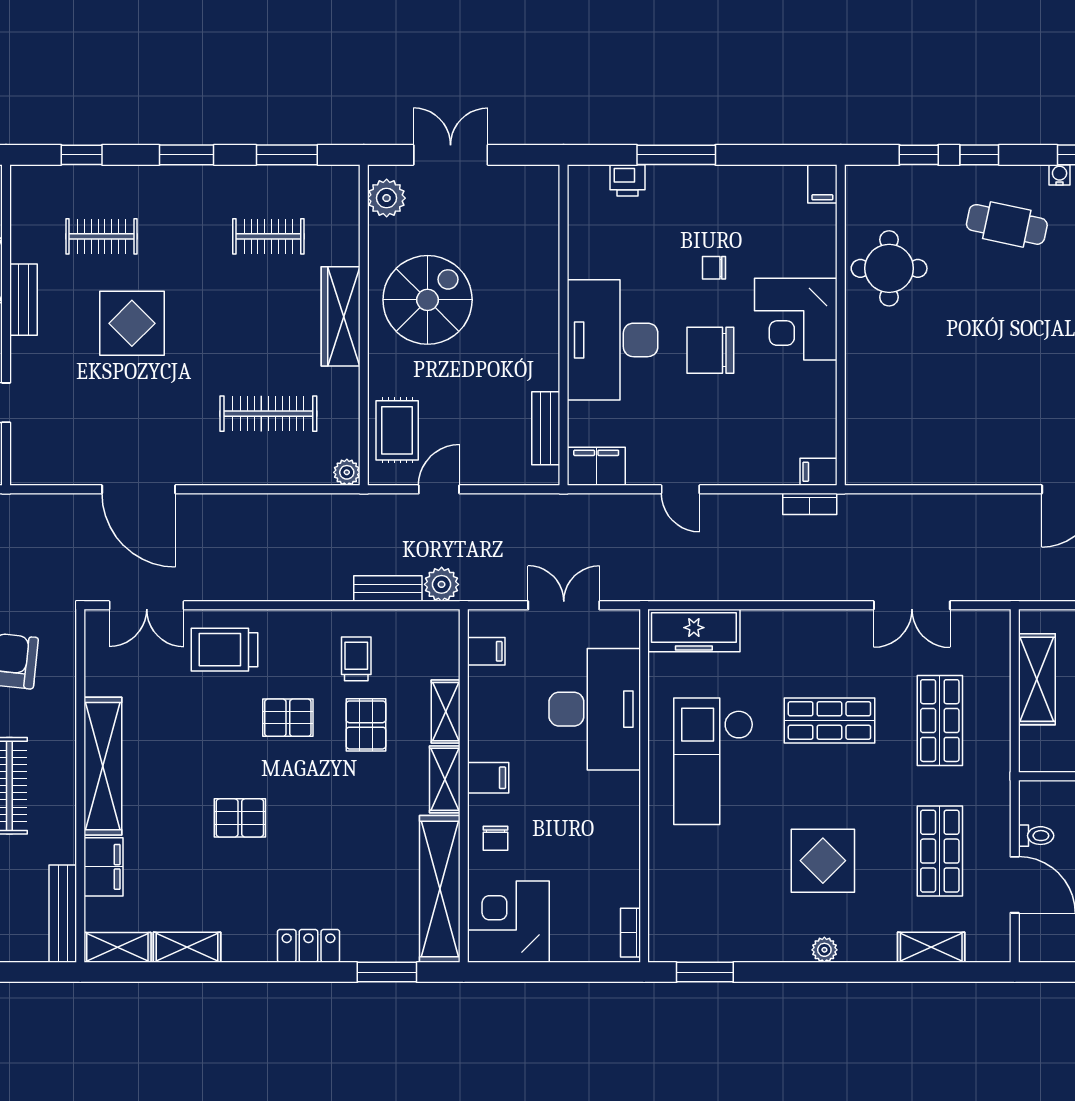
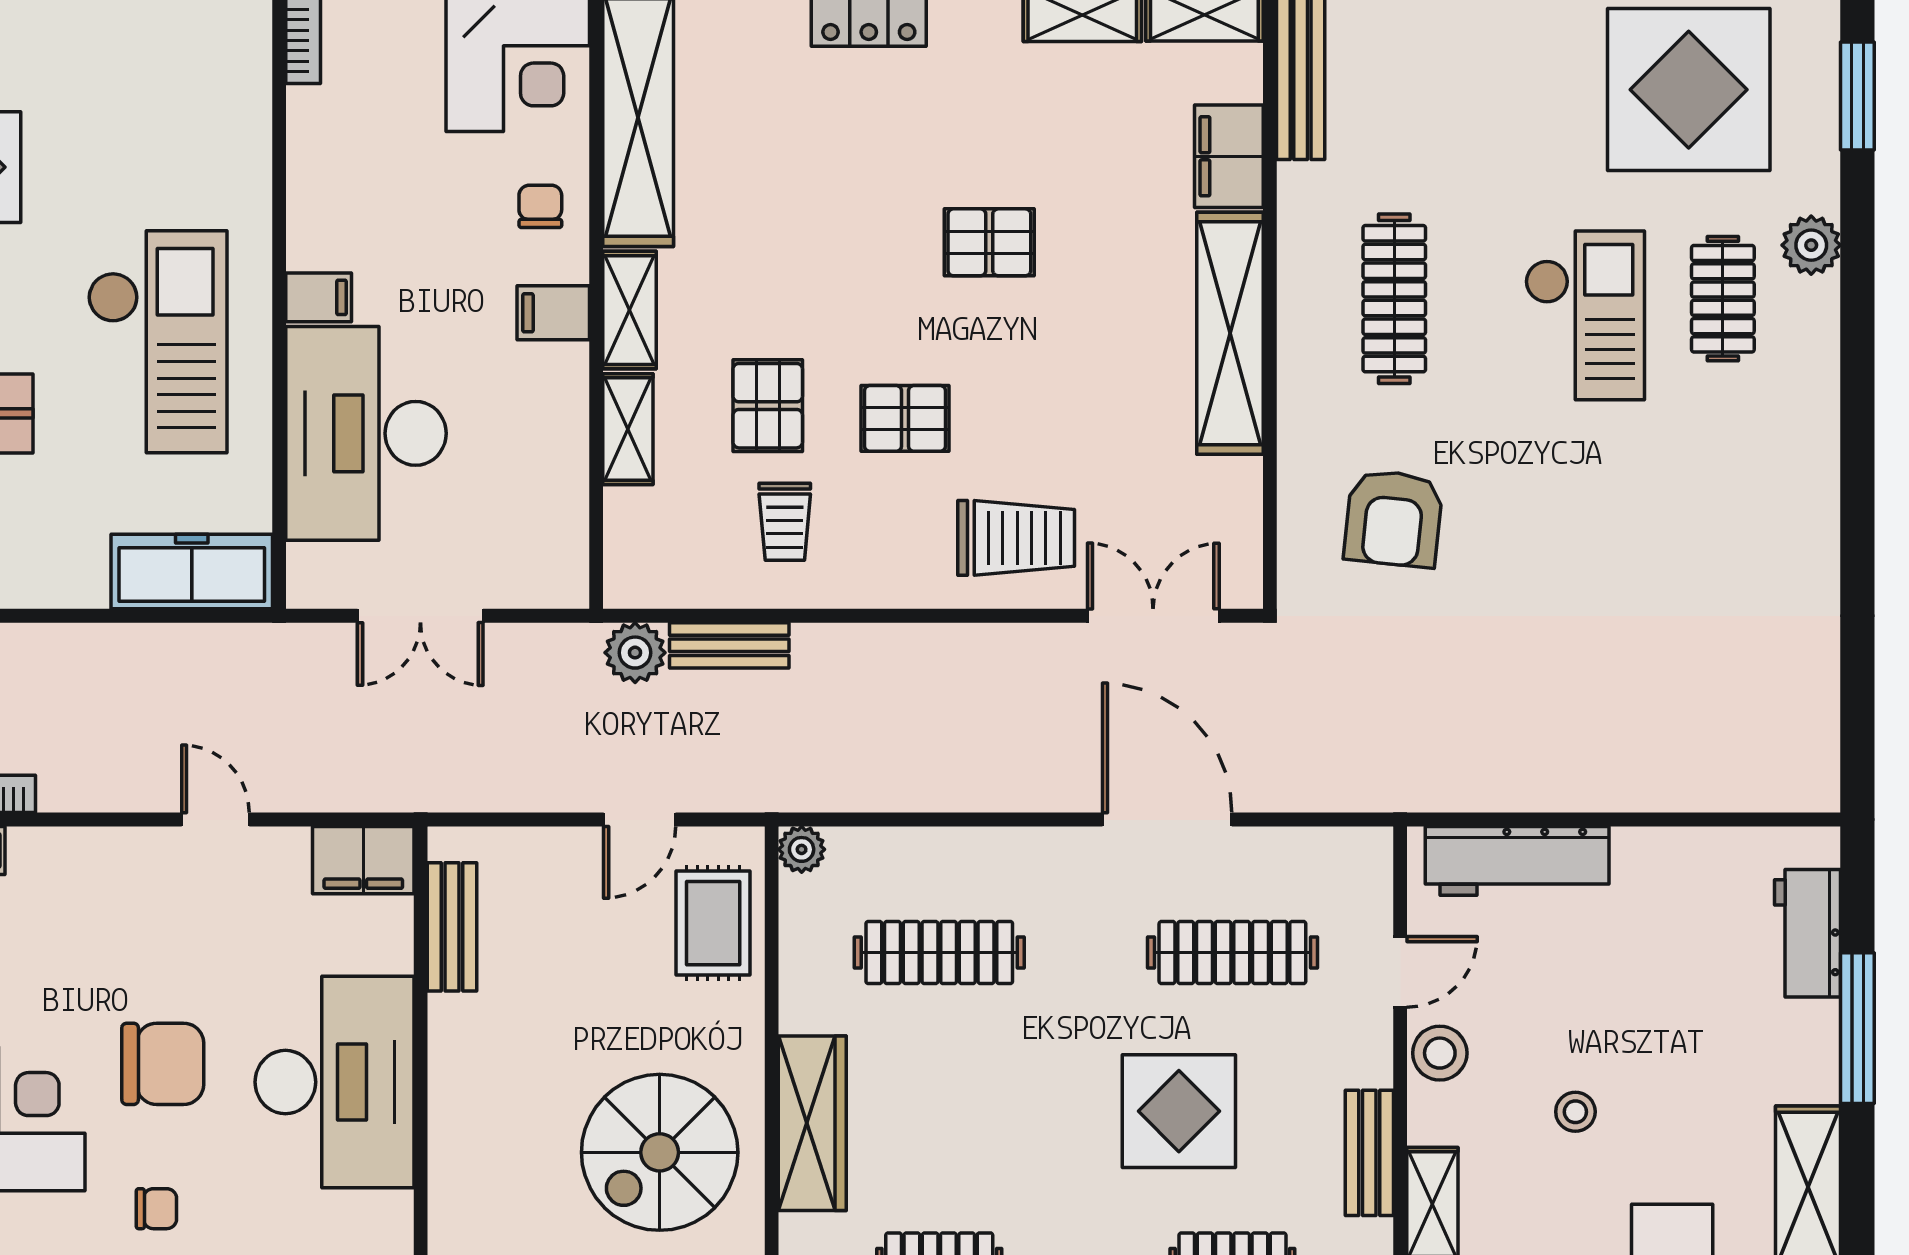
clothes rail: (101, 414) -> (1232, 953), added
filing cabinet: (486, 651) -> (319, 297), moved, turned 180

